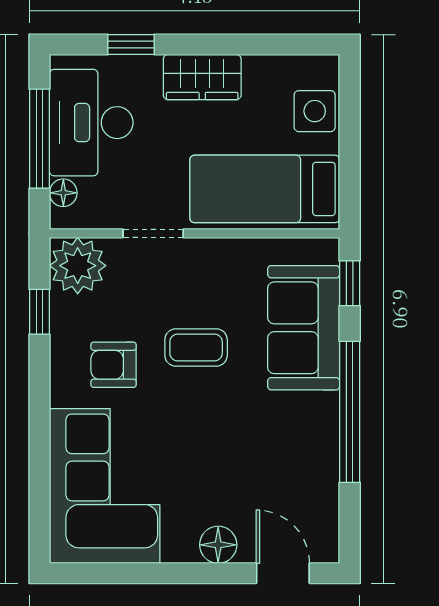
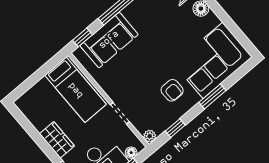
side table: (315, 111) -> (37, 95), removed
plant: (78, 266) -> (150, 136), width x0.53, depth x0.53
coffee table: (196, 348) -> (144, 69), removed
window: (39, 429) -> (212, 96), added

